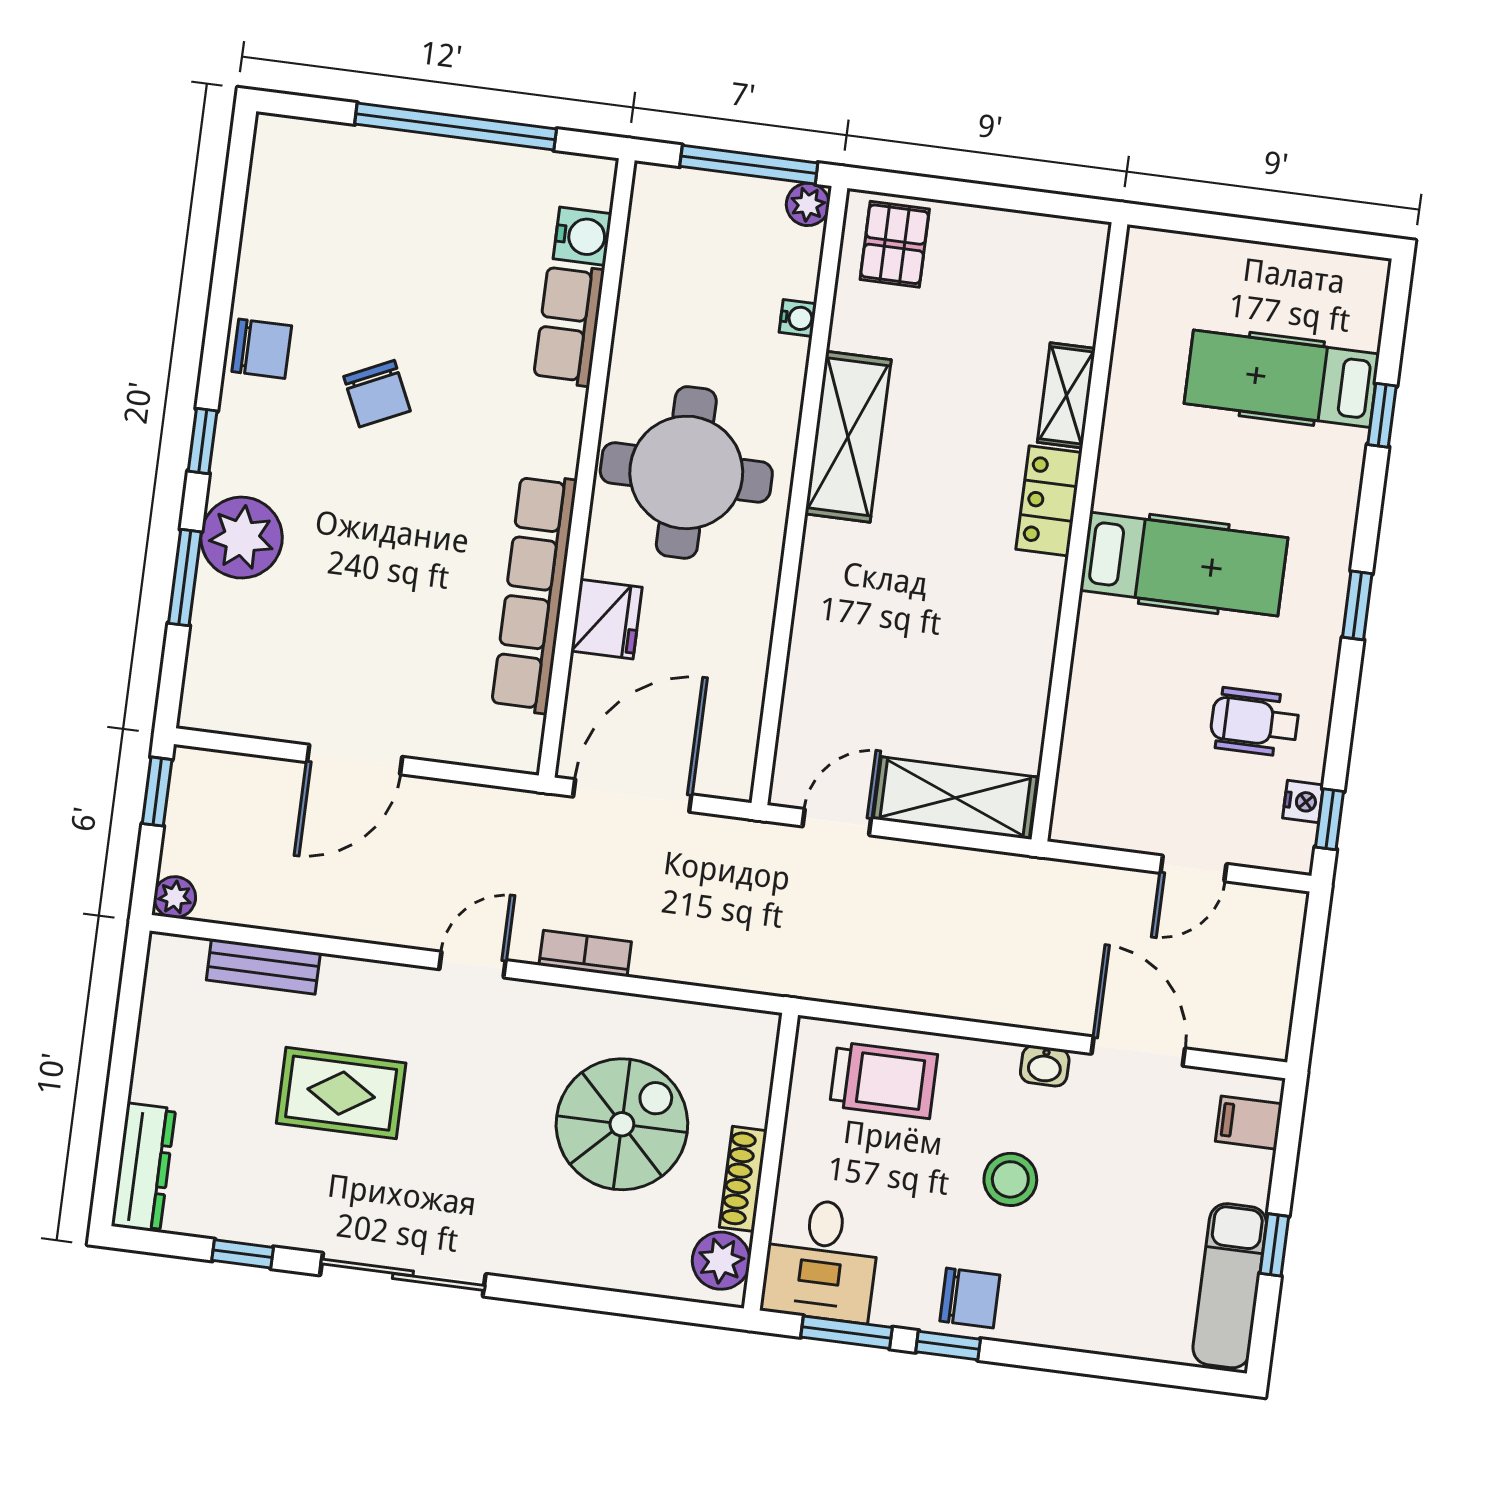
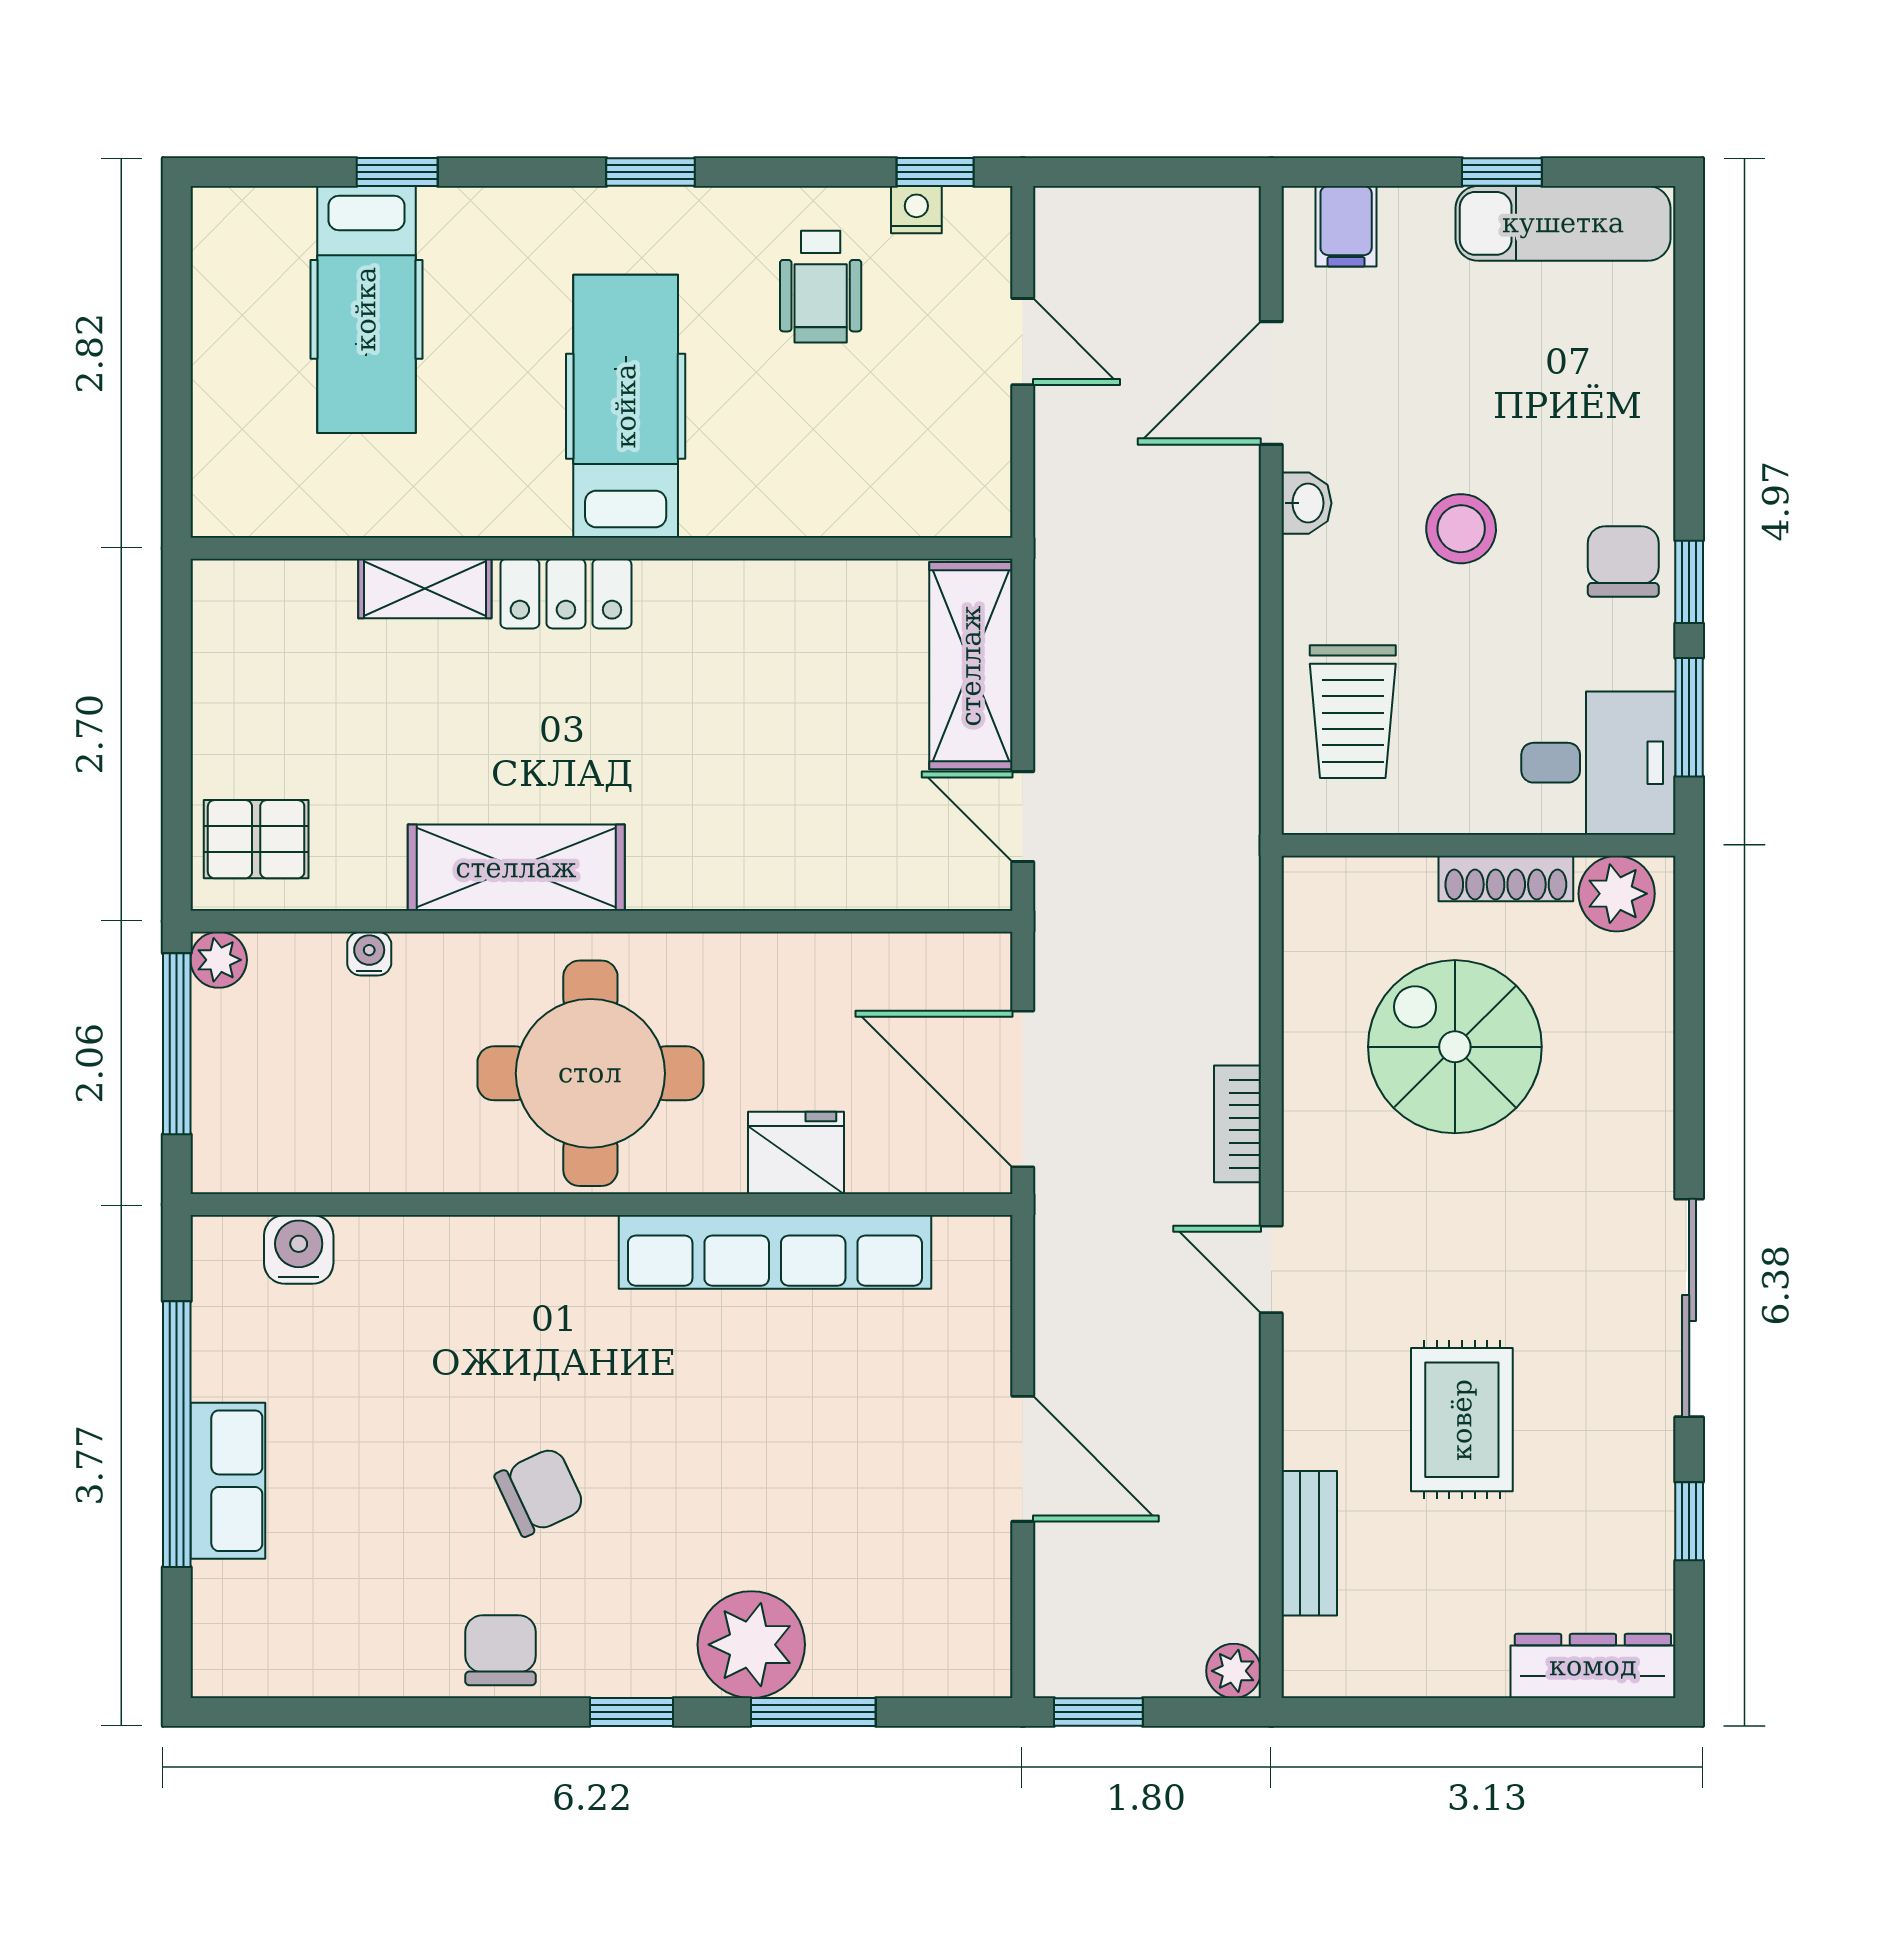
row of seats: (569, 325) -> (228, 1481), moved, turned -90
trolley: (884, 1080) -> (1353, 712), turned 180

